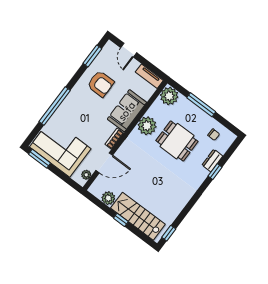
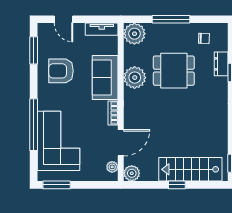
armchair: (101, 84) -> (61, 71), turned 180
corner sofa: (60, 148) -> (58, 141), moved, turned 90
plant: (108, 198) -> (132, 173), moved

